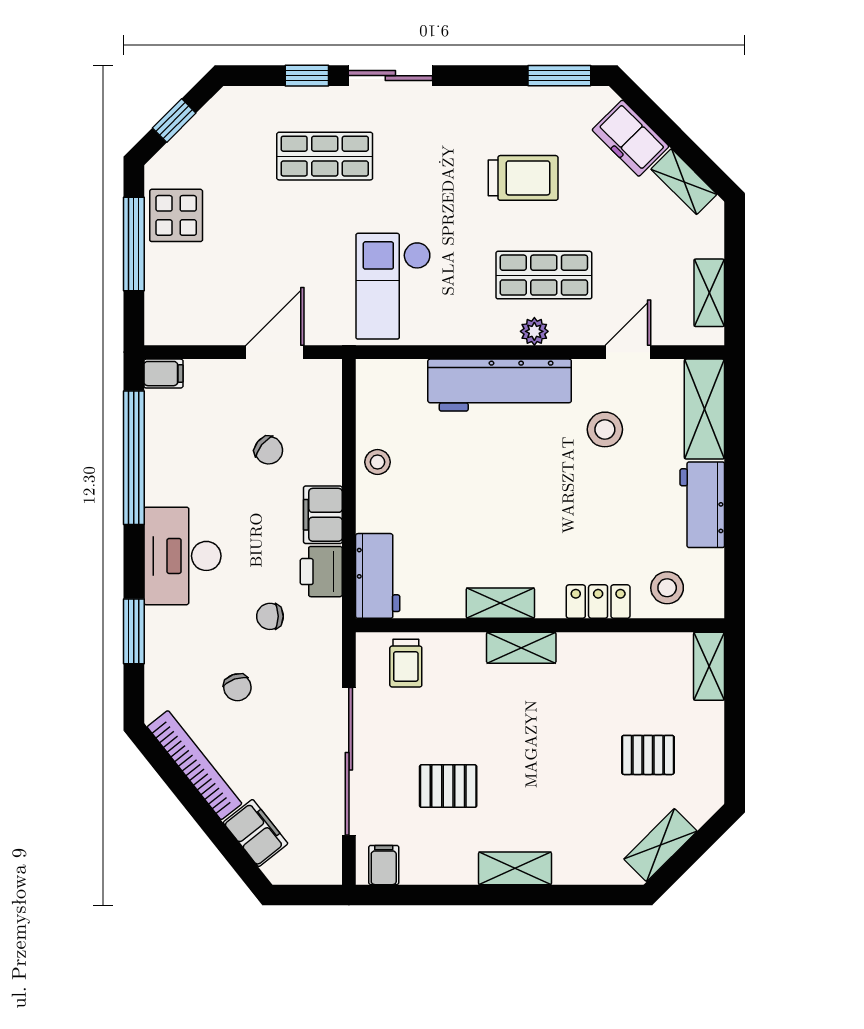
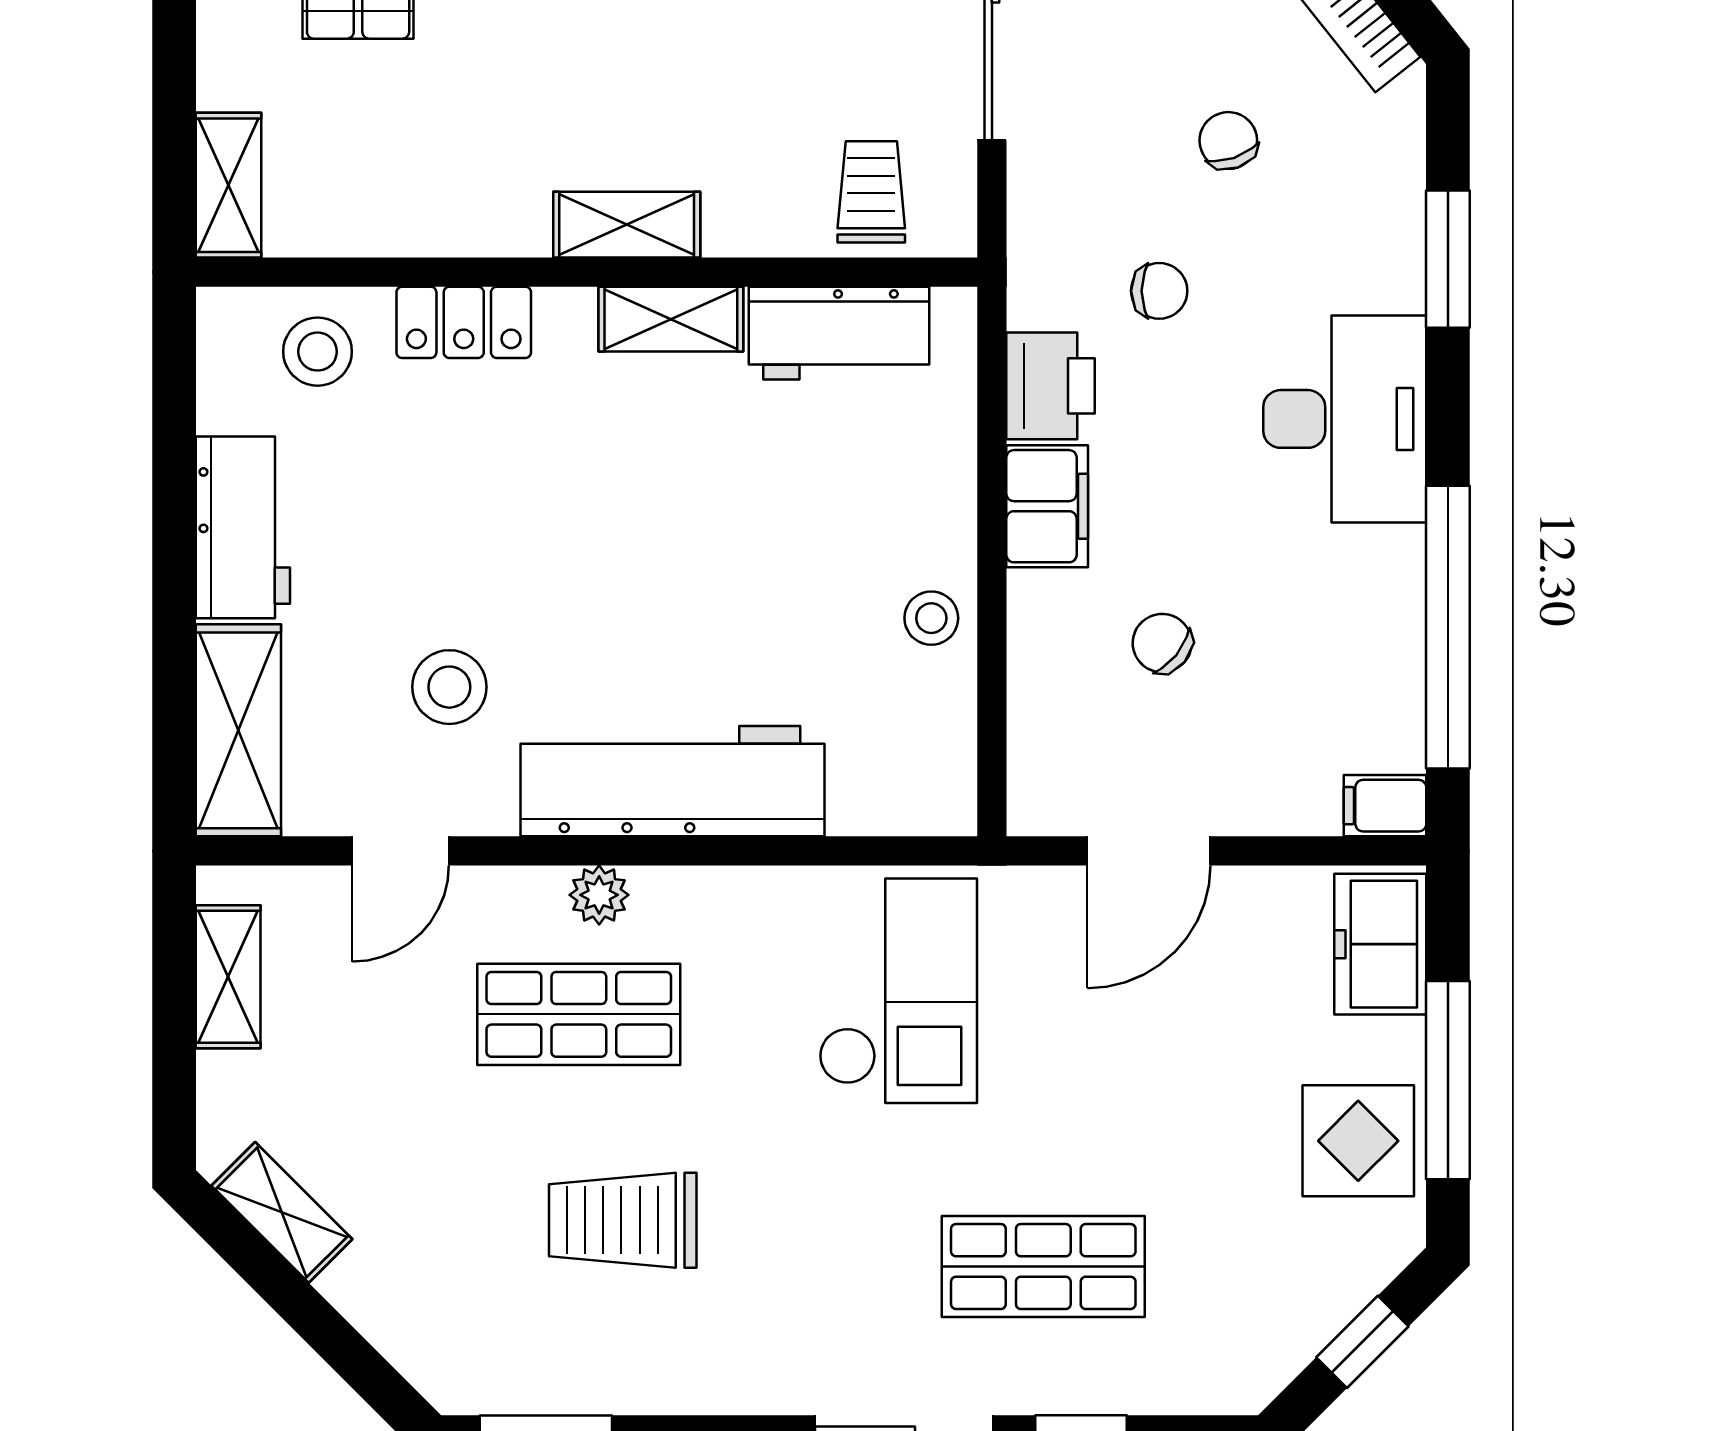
freezer: (631, 138) -> (1380, 944), moved, turned -135
workbench: (378, 576) -> (839, 333), moved, turned -90

